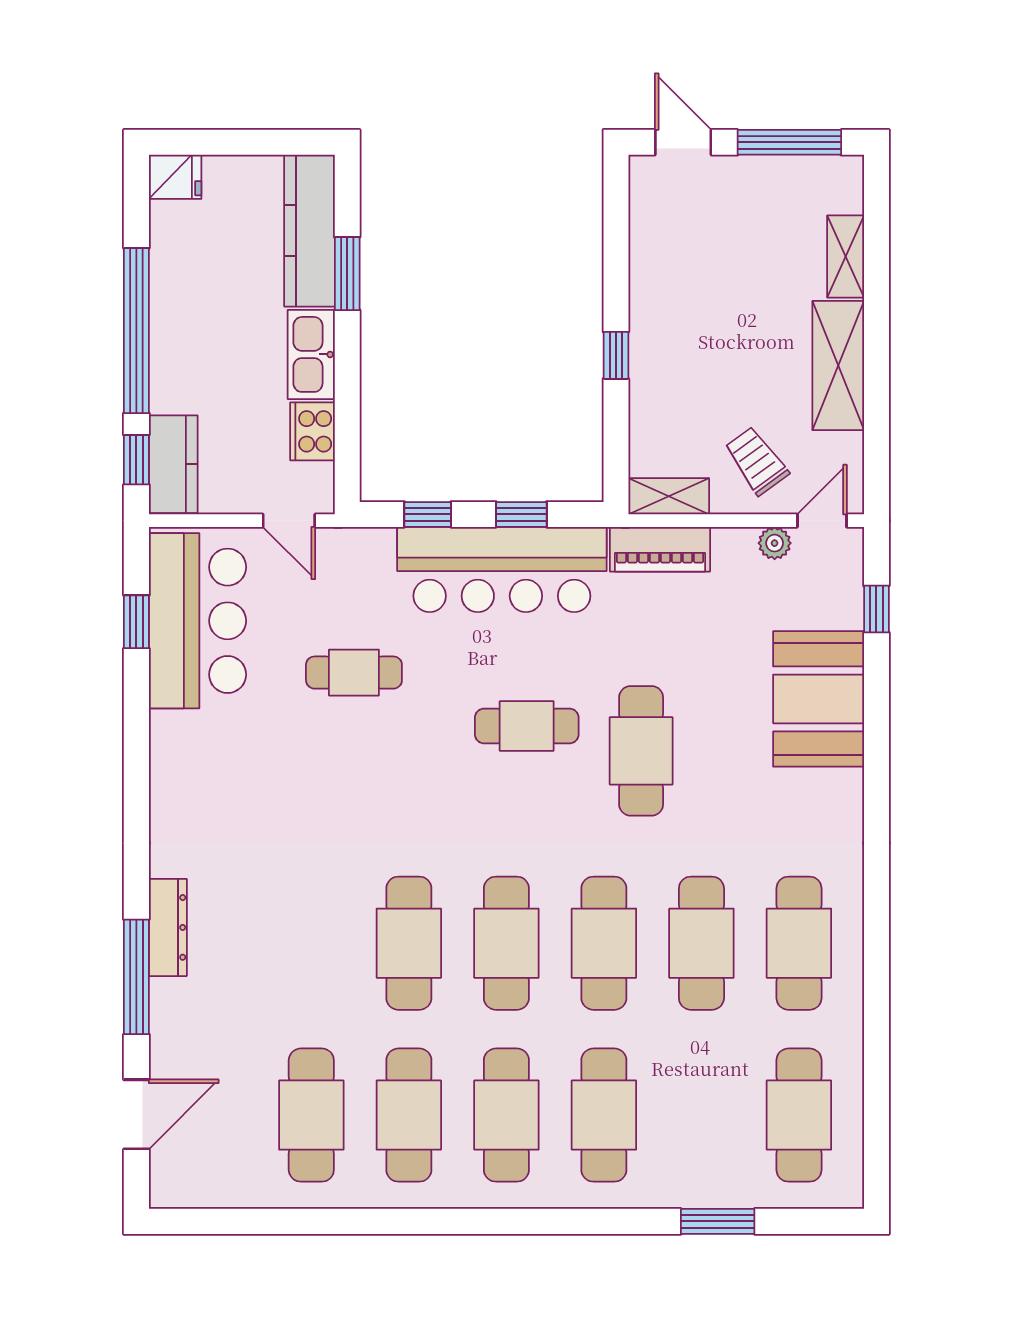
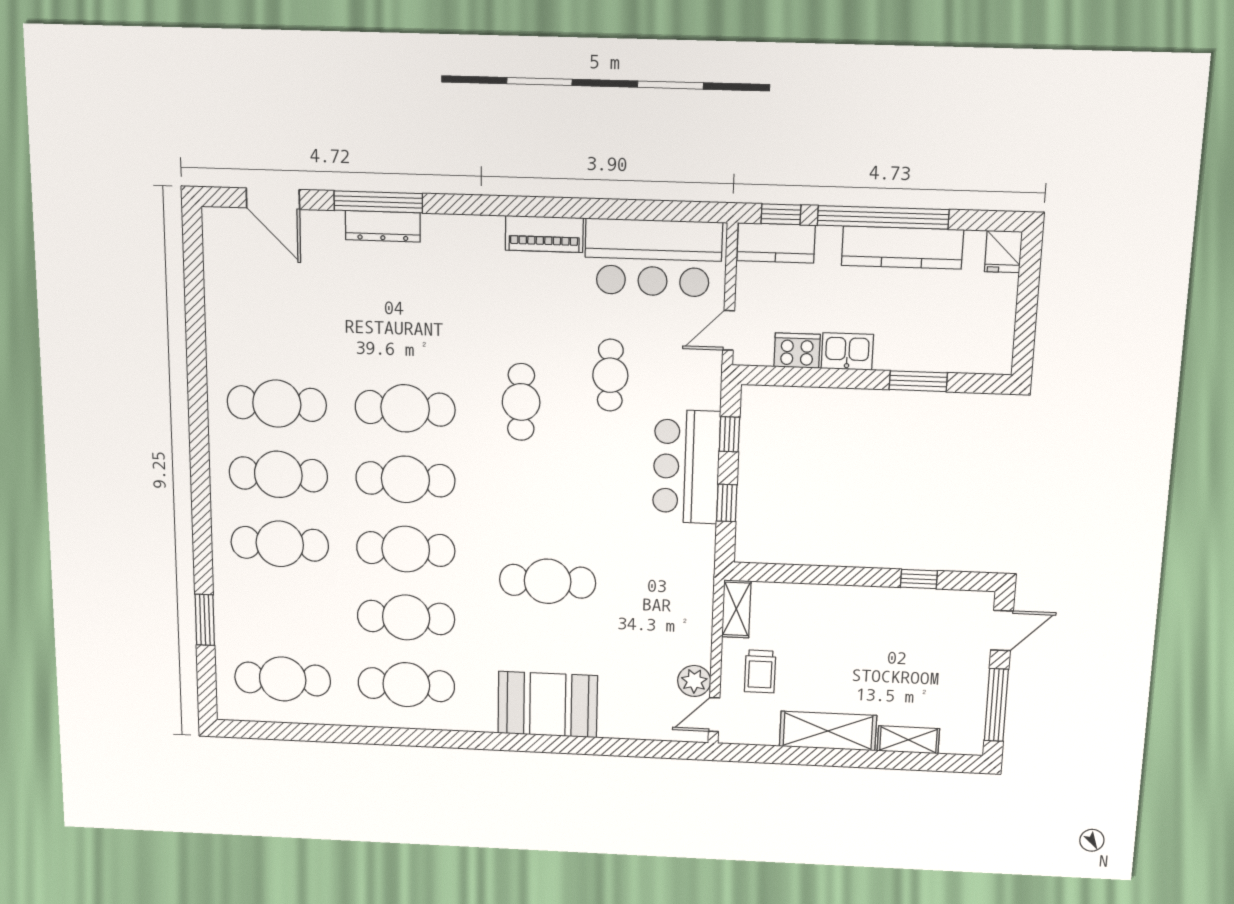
kitchen counter: (310, 231) -> (902, 248), moved, turned 180
kitchen sink: (311, 354) -> (847, 351), width x0.73
window: (616, 355) -> (919, 579), moved
trolley: (757, 461) -> (760, 671), turned 126
door: (822, 521) -> (714, 715), swing flipped
plant: (775, 543) -> (694, 681), width x1.38, depth x1.38
piano: (660, 549) -> (544, 234), moved, turned -90
bar counter: (502, 569) -> (686, 467), width x0.73
window: (876, 609) -> (648, 749), removed
window: (136, 622) -> (654, 210), removed
booth: (819, 699) -> (548, 705), moved
cafe table: (527, 726) -> (521, 402), moved
dresser: (168, 927) -> (383, 226), moved
cafe table: (311, 1115) -> (275, 331), removed

